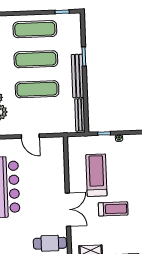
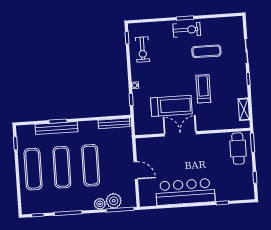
bench: (78, 76) -> (57, 128), moved
door: (30, 136) -> (136, 170), hinge flipped
treadmill: (96, 175) -> (171, 106), turned 180
double door: (68, 210) -> (180, 134), moved

